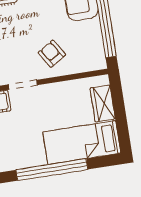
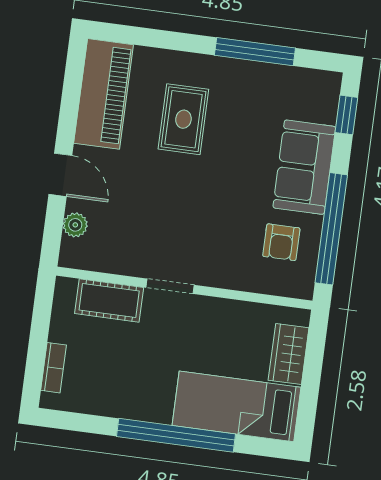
armchair: (52, 54) -> (281, 242), moved, turned -148

